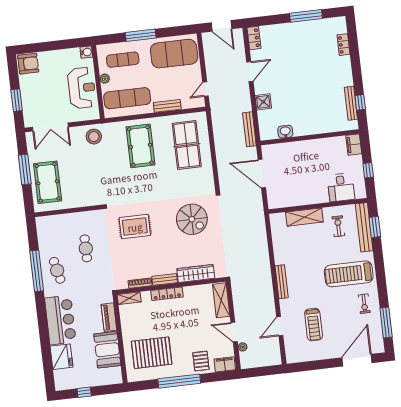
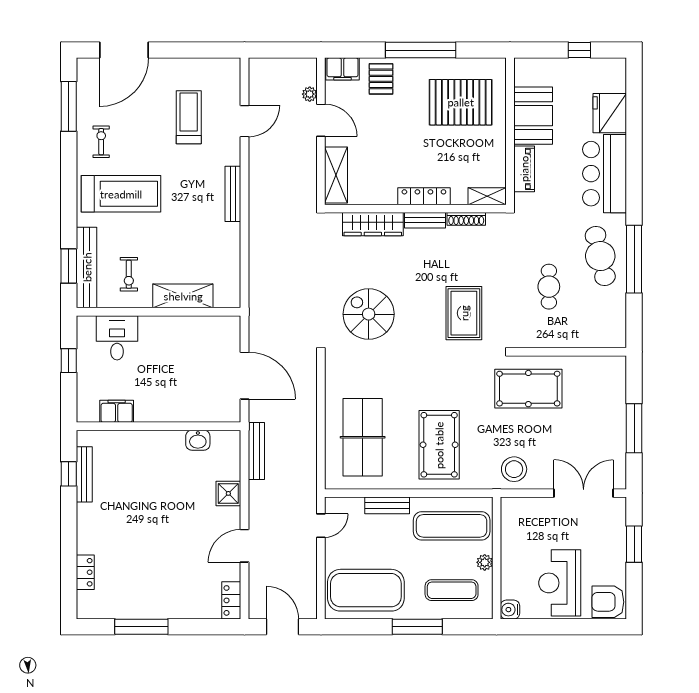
reception desk: (82, 88) -> (560, 583), moved
filing cabinet: (354, 145) -> (117, 411), moved, turned -90
pool table: (48, 182) -> (528, 389), moved, turned 90
rug: (135, 227) -> (464, 313), turned 90
cafe table: (57, 270) -> (600, 256), width x1.37, depth x1.35

